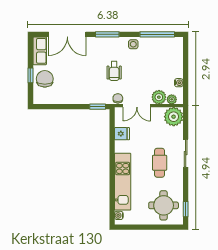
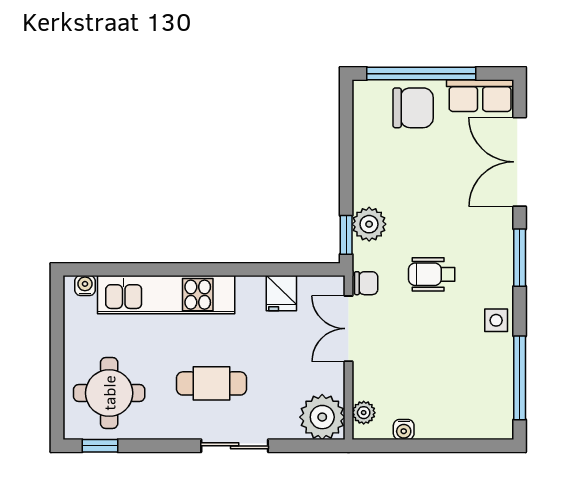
window: (30, 75) -> (421, 74), width x3.17
plant: (159, 97) -> (369, 224), moved

